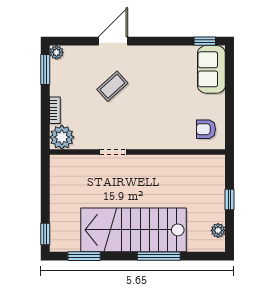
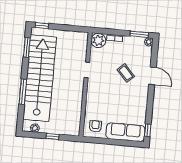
sofa: (211, 69) -> (125, 132), width x1.36
stairs: (133, 230) -> (40, 78), width x1.36

